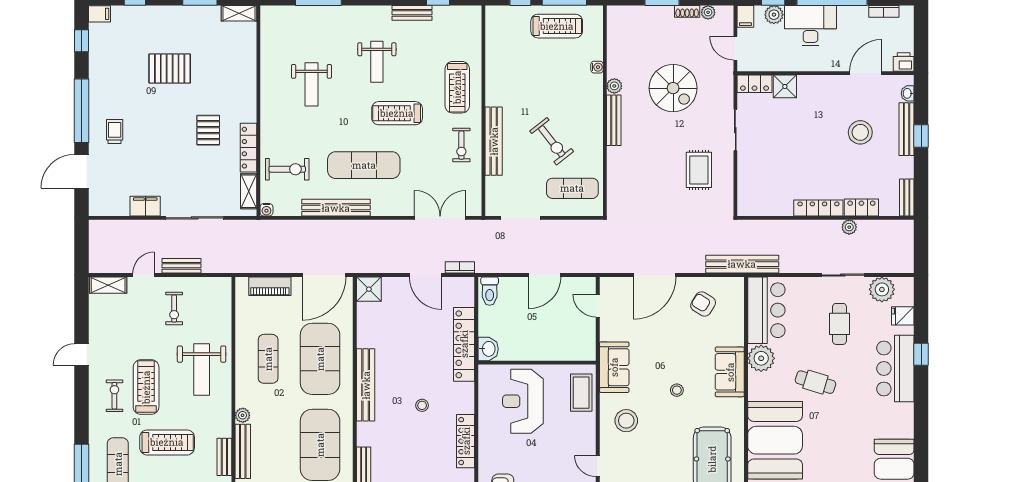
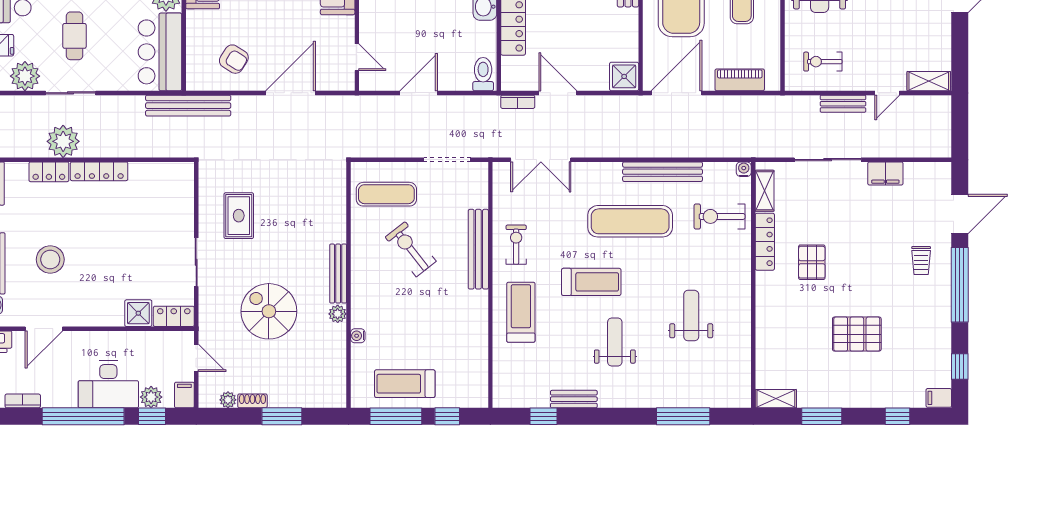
plant: (849, 227) -> (63, 141), width x1.87, depth x1.87
exercise bike: (174, 309) -> (823, 62), moved, turned -90

